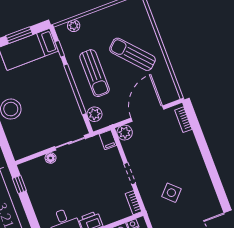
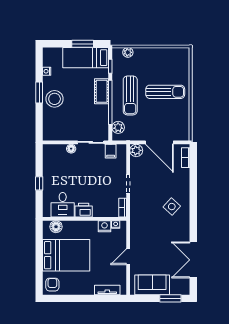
sun lounger: (132, 54) -> (165, 92), turned 132
cot: (61, 81) -> (102, 91), added
door: (147, 114) -> (159, 142), swing flipped
filing cabinet: (108, 140) -> (111, 151), moved
window: (19, 185) -> (39, 183), moved
side table: (171, 193) -> (172, 207), moved

